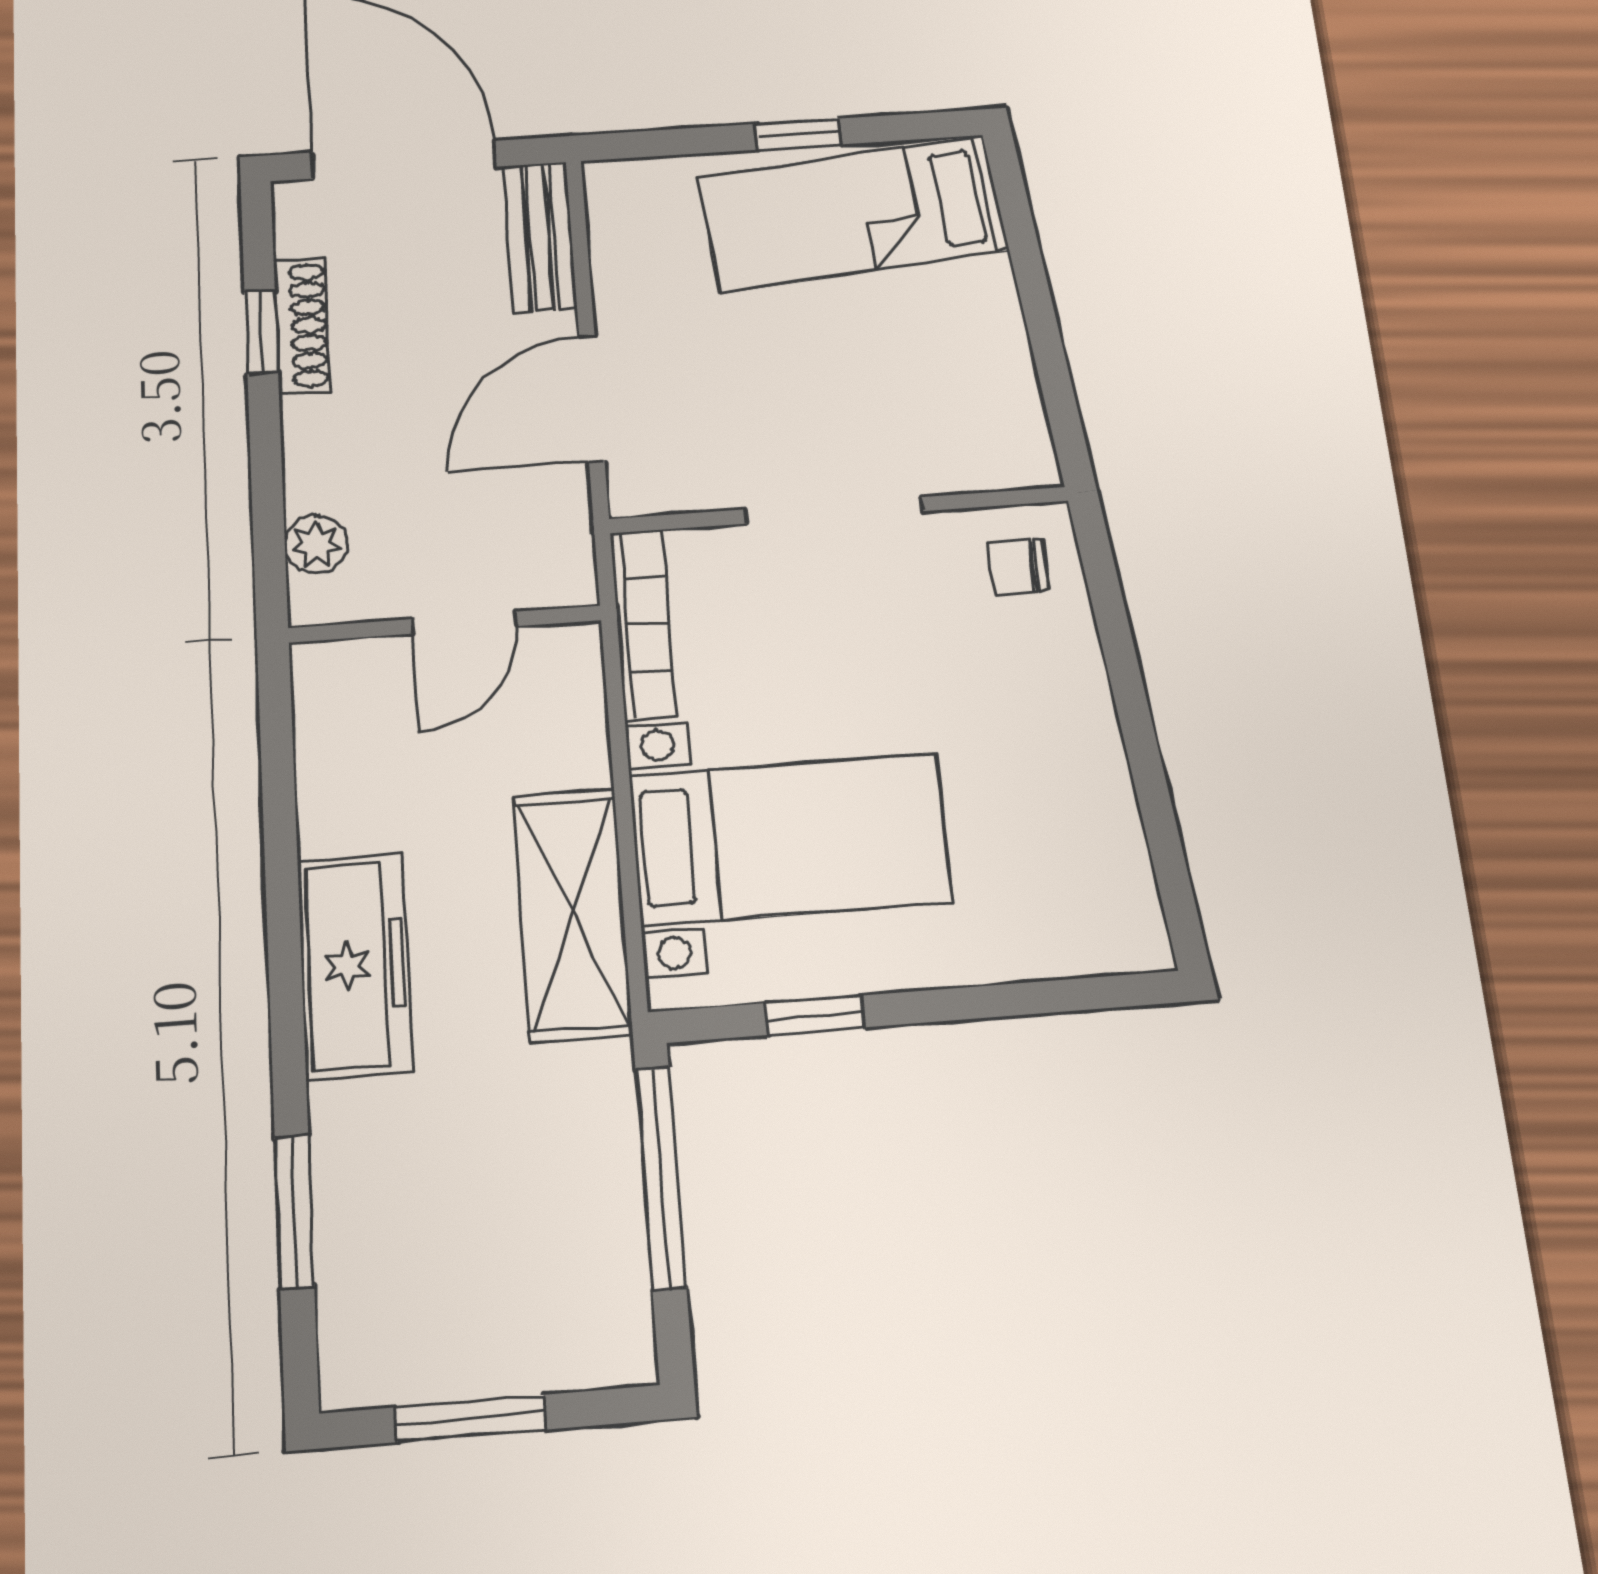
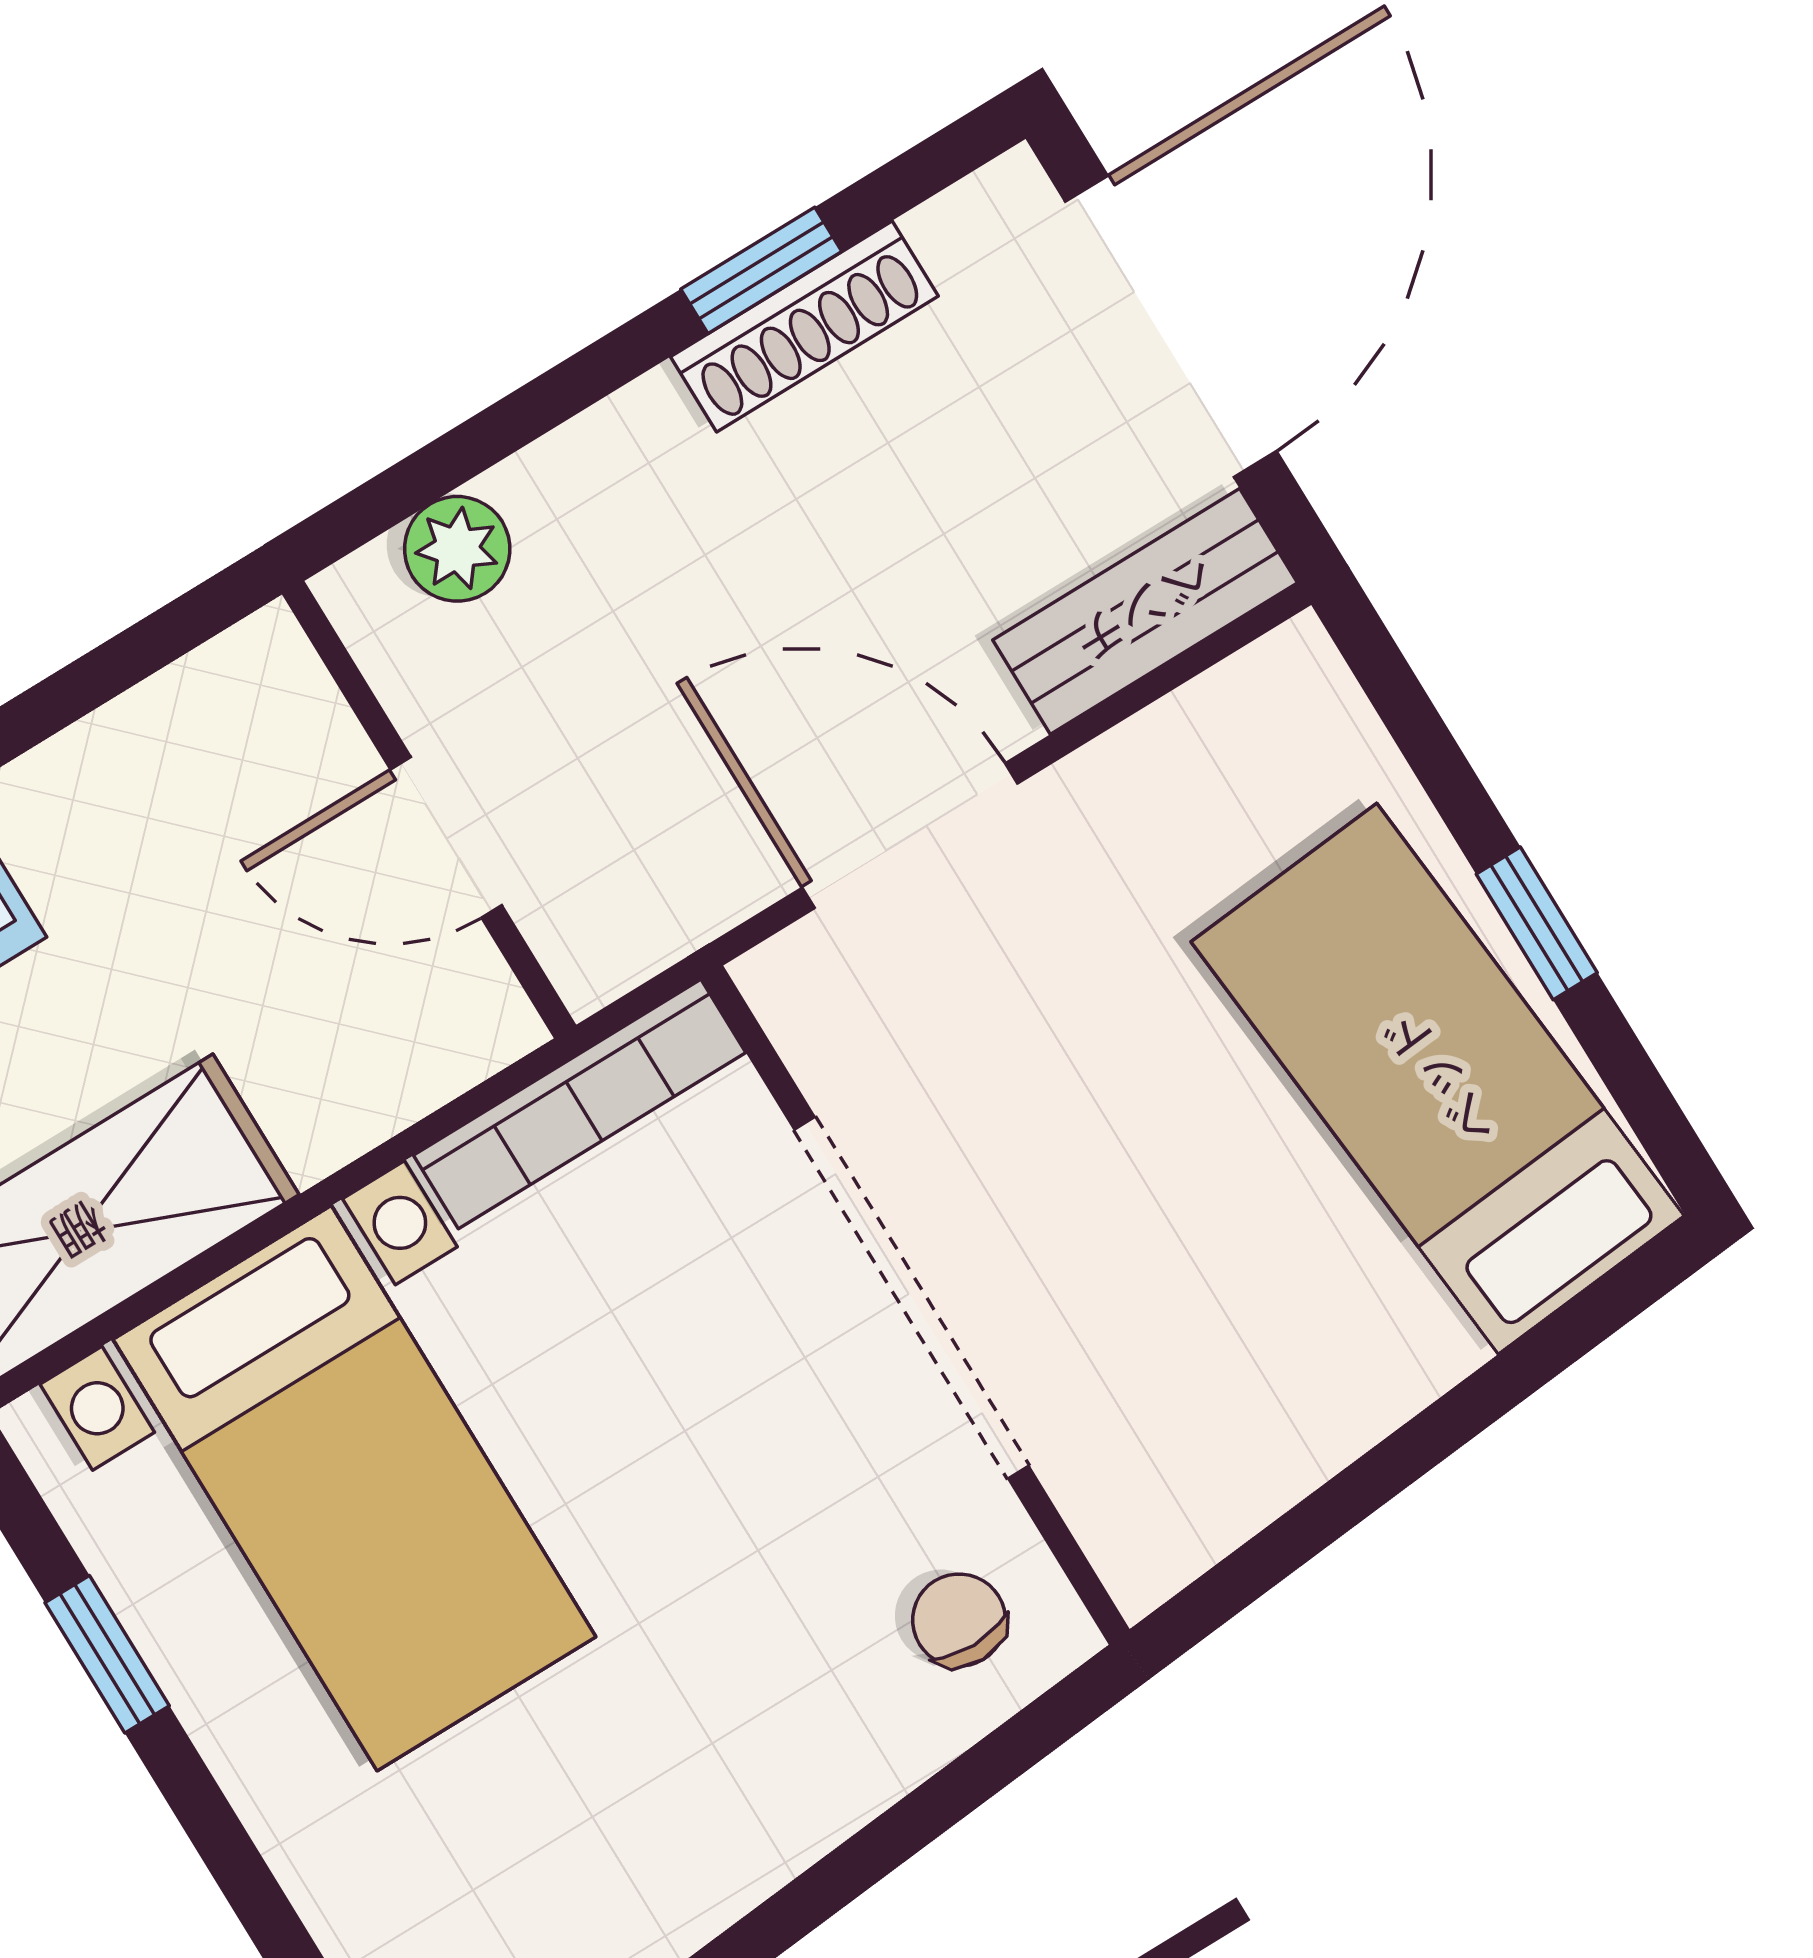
doorway: (834, 510) -> (911, 1298), width x1.36

